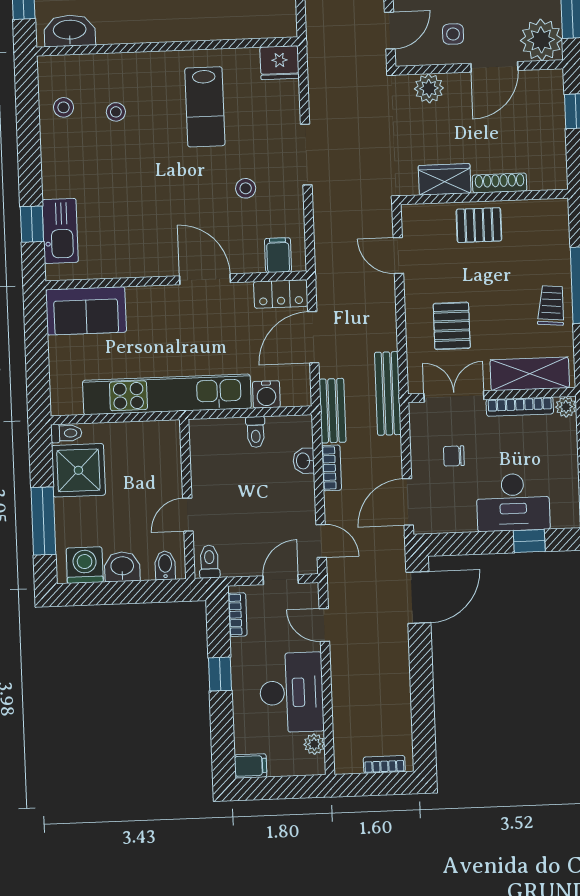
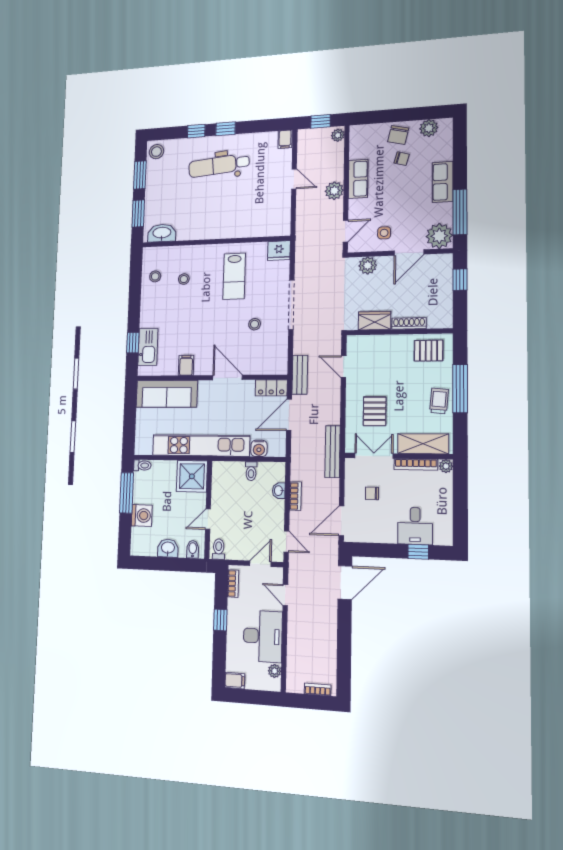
doorway: (306, 155) -> (291, 305), width x1.36
pallet: (479, 225) -> (429, 351), moved
filing cabinet: (278, 255) -> (186, 365), moved
sofa: (86, 311) -> (167, 394), width x1.36
bench: (333, 411) -> (300, 375), moved
shower: (78, 470) -> (192, 476), moved
desk: (513, 502) -> (415, 526), width x0.73
window: (43, 521) -> (127, 493), moved
washing machine: (85, 565) -> (142, 515), moved, turned 90

